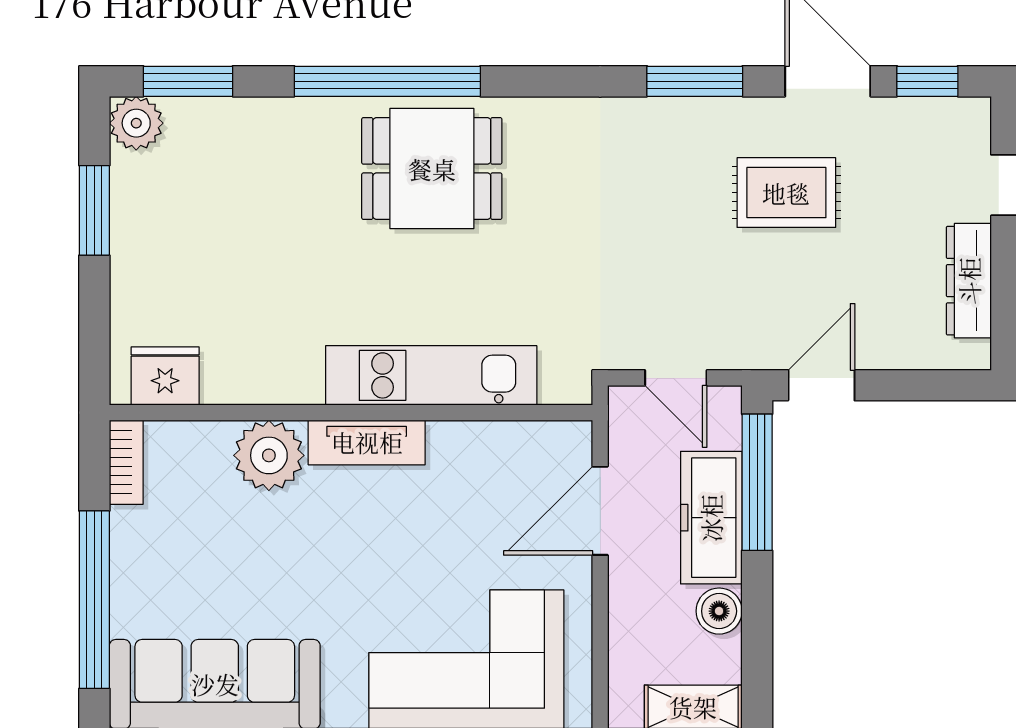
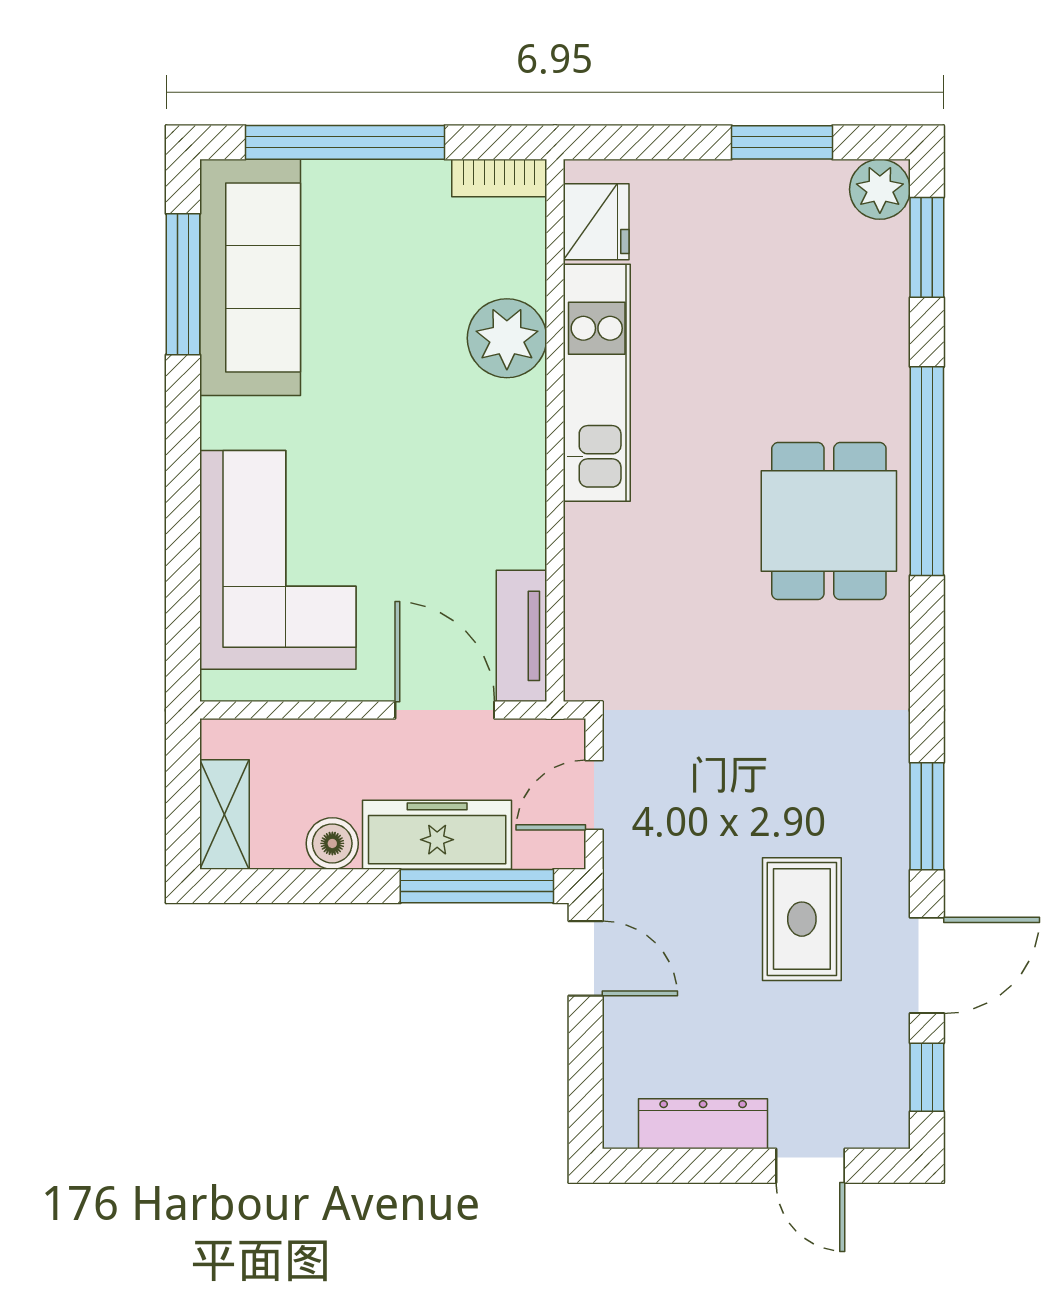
kitchen unit: (431, 375) -> (597, 383), moved
tv unit: (367, 442) -> (521, 636), moved

